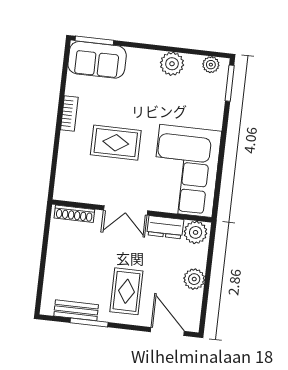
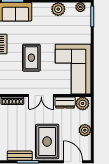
rug: (116, 143) -> (31, 58), turned 90
rug: (126, 291) -> (47, 142), width x1.36, depth x1.43

